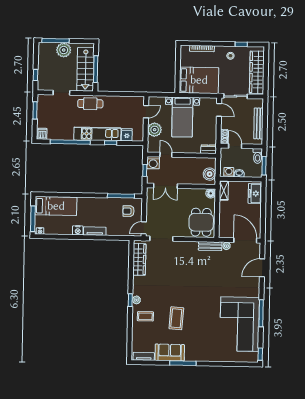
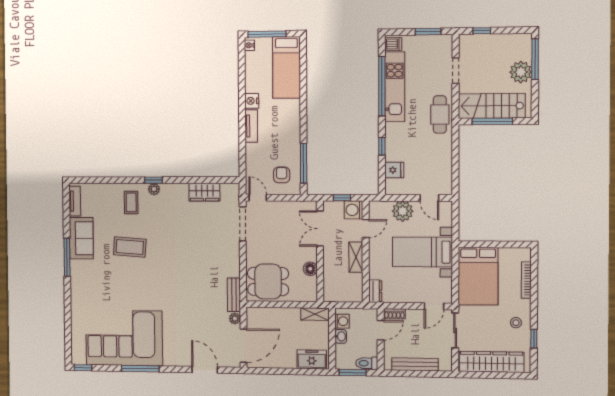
kitchen unit: (97, 134) -> (395, 87), moved
shelving: (185, 162) -> (356, 257), added
boiler: (210, 174) -> (339, 293), removed
floor lamp: (211, 193) -> (310, 269), moved
wardrobe: (139, 259) -> (204, 192), width x0.67

